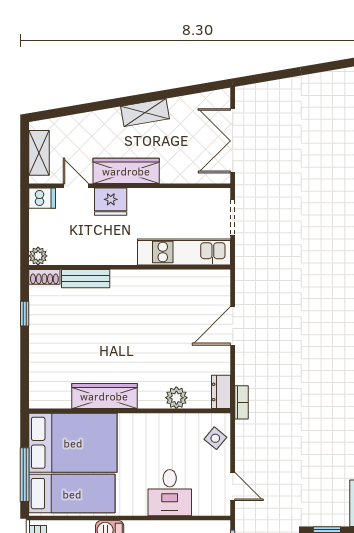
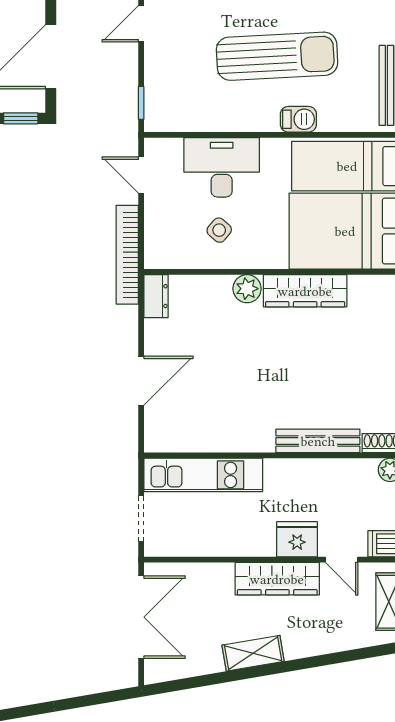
bench: (86, 279) -> (318, 441), width x1.36
plant: (176, 398) -> (247, 289), moved
bookcase: (241, 402) -> (127, 255), width x2.31, depth x1.31
side table: (215, 438) -> (219, 230), moved
desk: (170, 493) -> (222, 167), width x1.37

